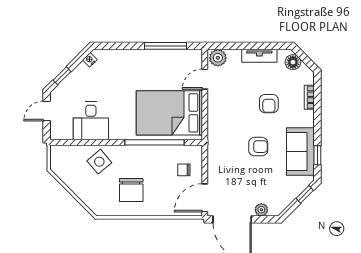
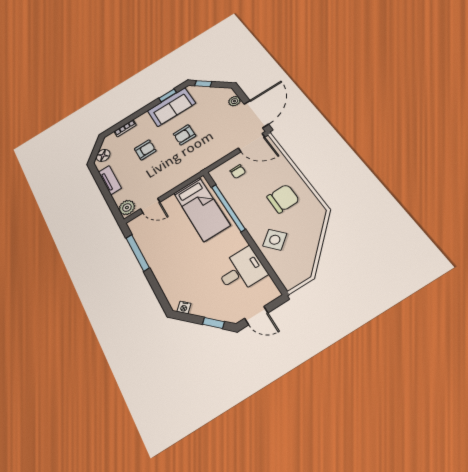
bed: (169, 113) -> (201, 209), width x0.67
armchair: (258, 147) -> (184, 135), turned -90

